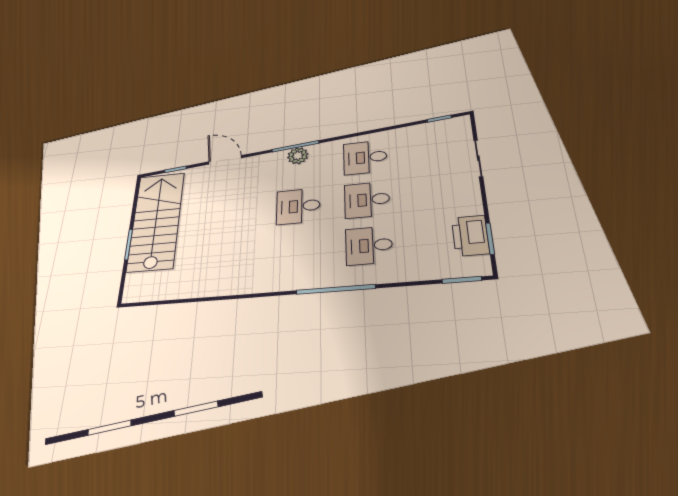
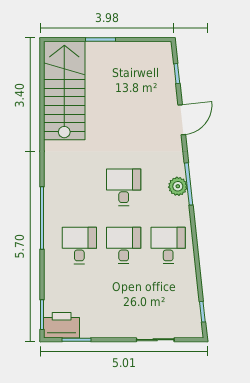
stairs: (156, 221) -> (64, 91), moved, turned -90
printer: (470, 236) -> (62, 325), moved

